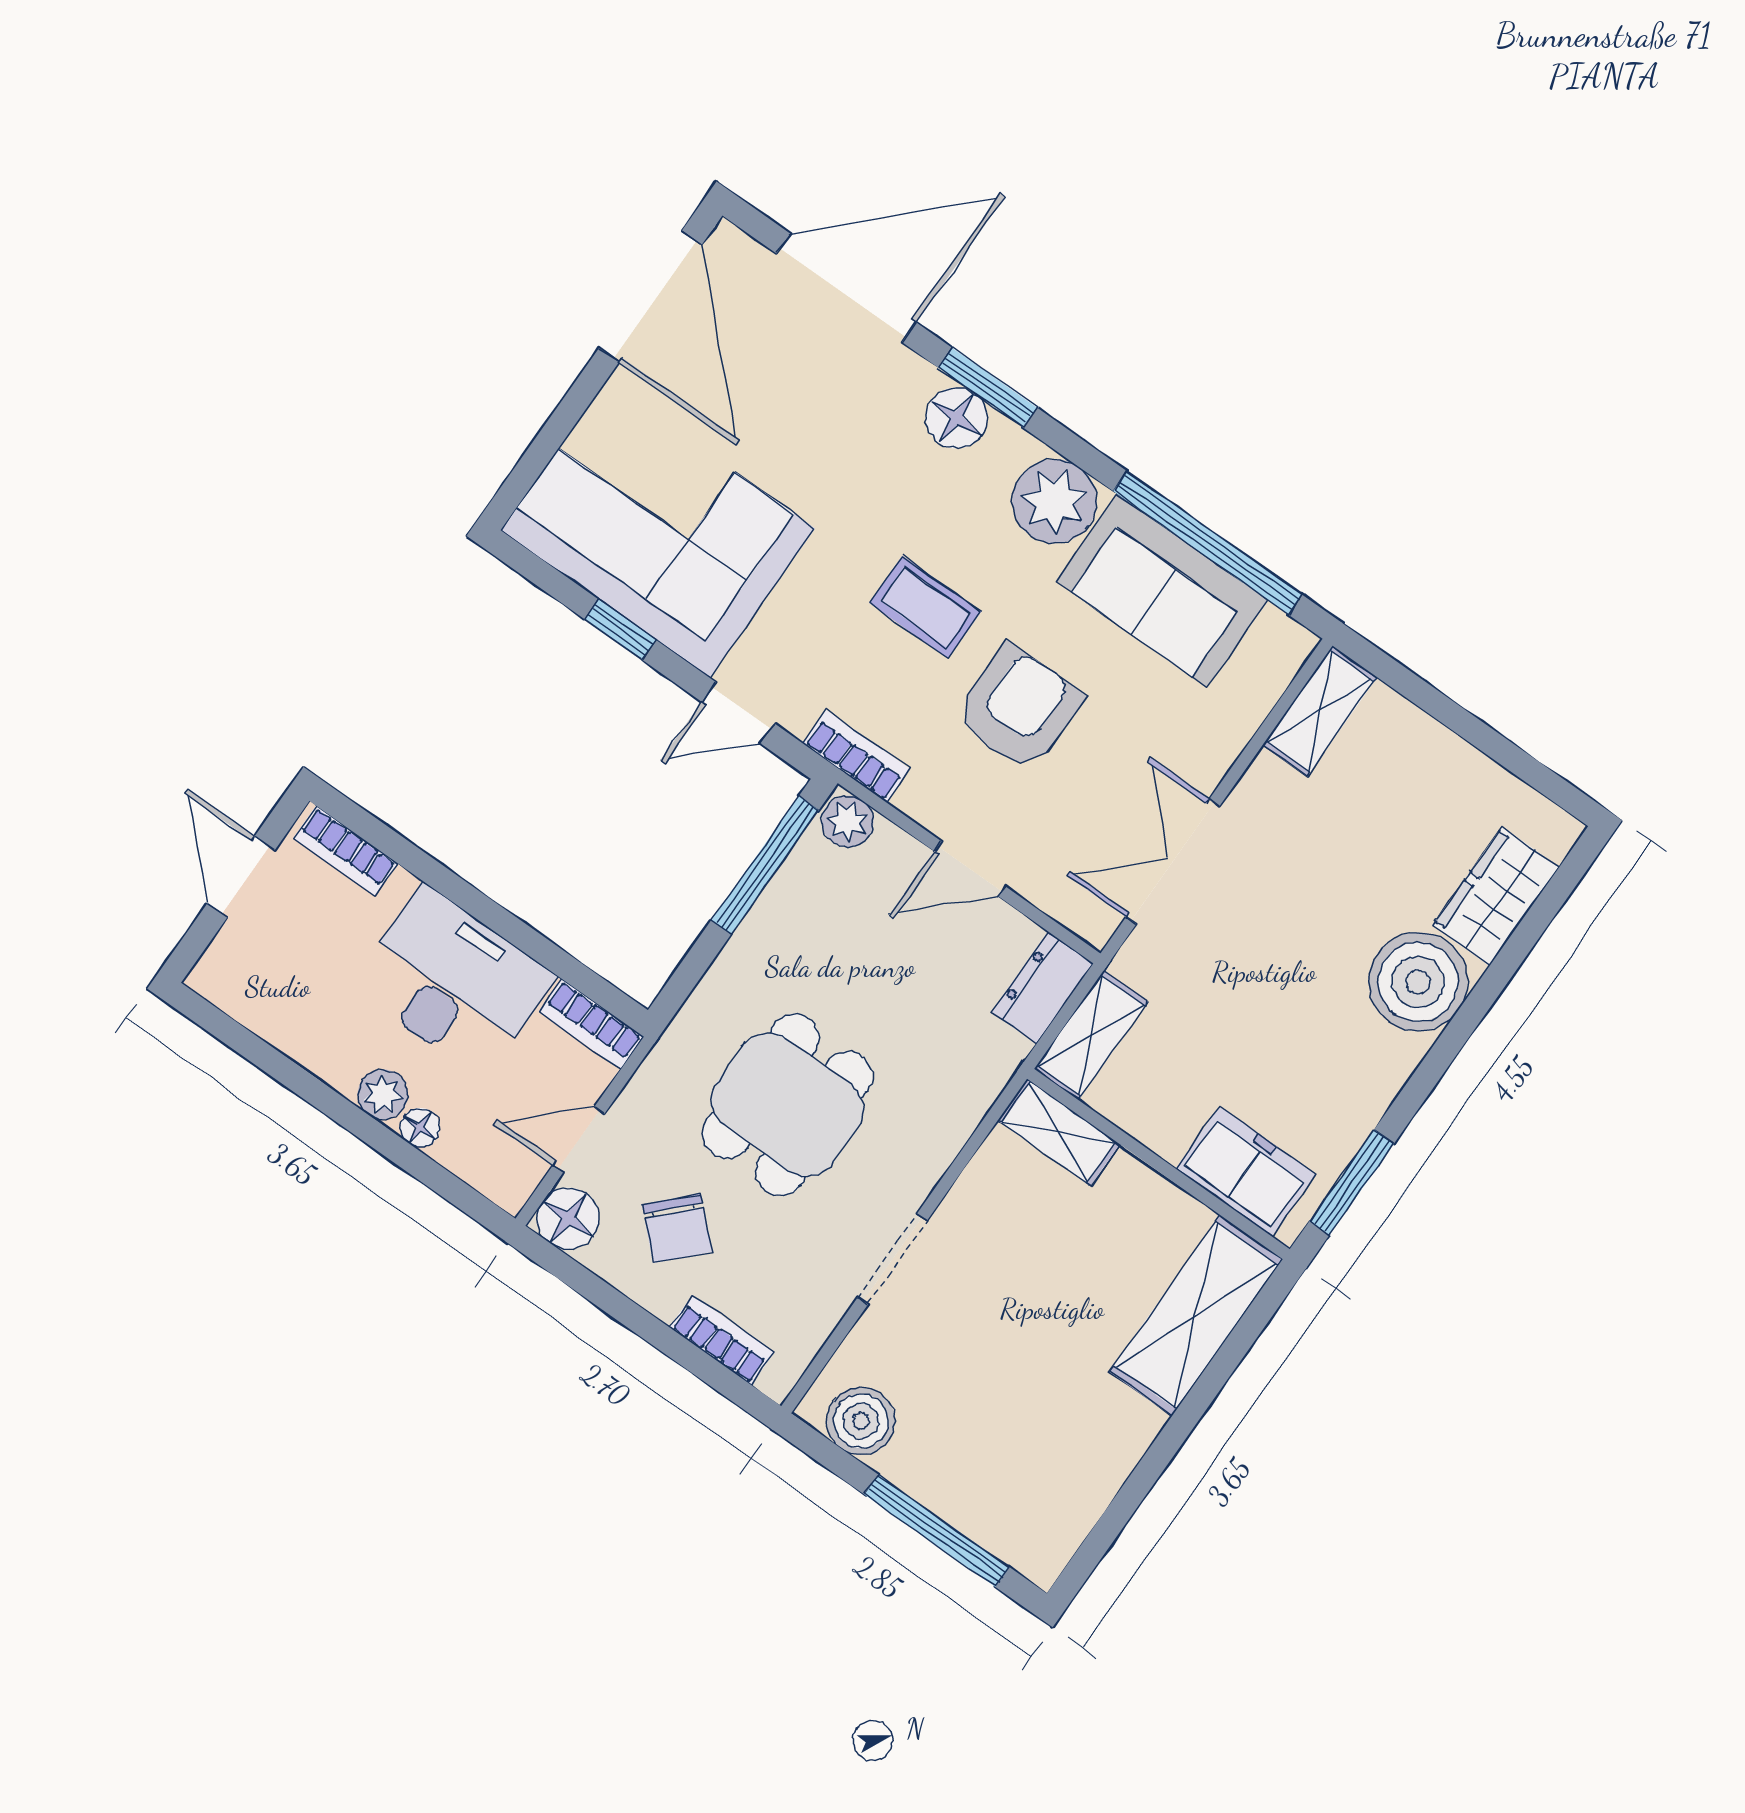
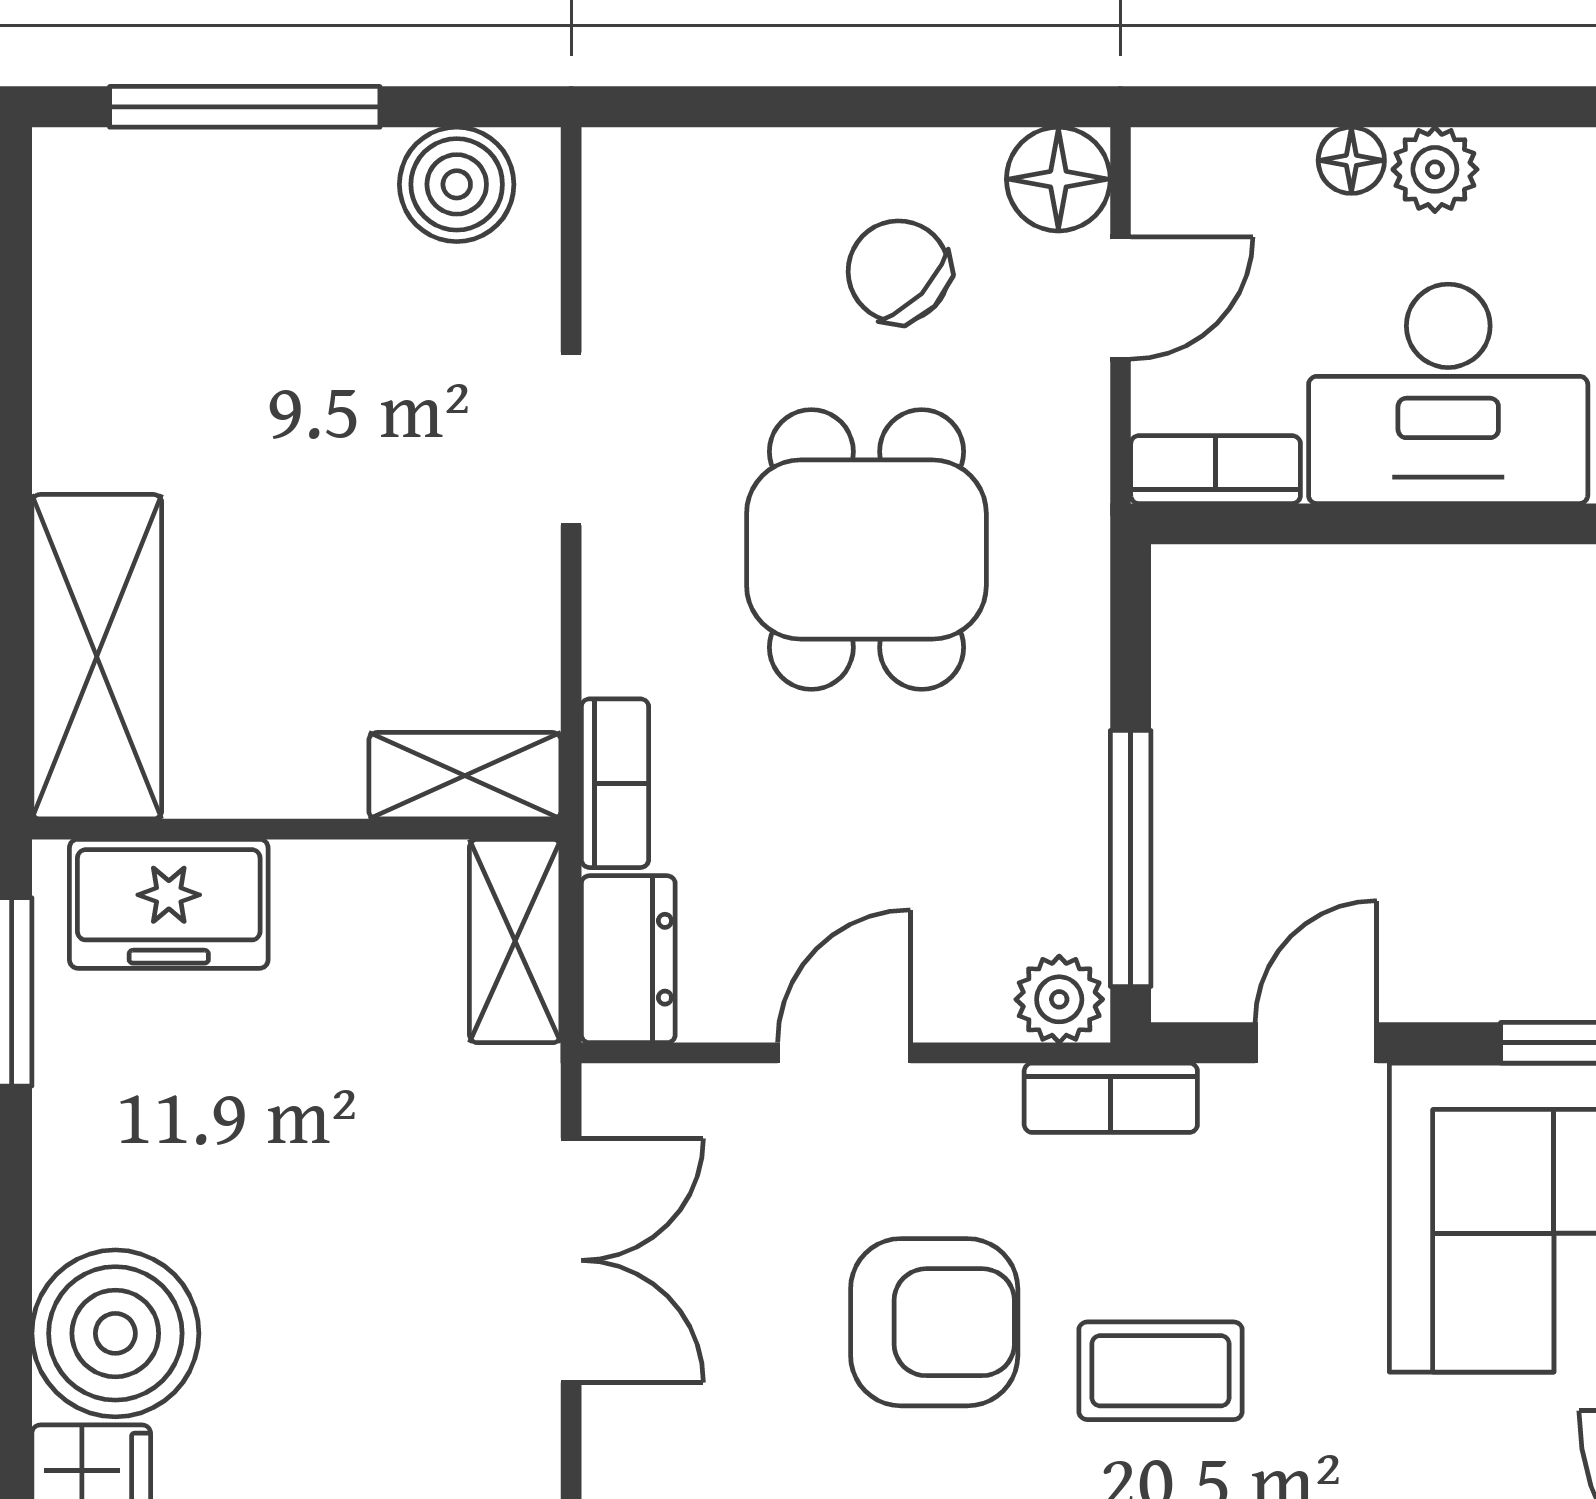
armchair: (1018, 708) -> (934, 1322), turned -90
bookcase: (722, 1340) -> (615, 783), moved, turned -90

